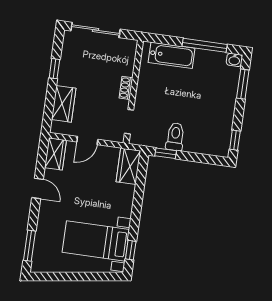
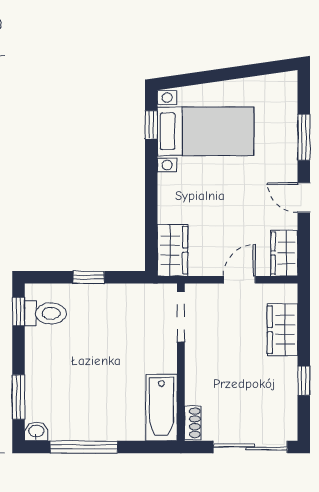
bathtub: (172, 55) -> (161, 407), moved, turned -90
shoe rack: (126, 88) -> (193, 423), moved
doorway: (129, 122) -> (181, 317), width x1.38
toilet: (175, 137) -> (45, 313), moved, turned -90
window: (166, 153) -> (89, 277), moved
window: (30, 246) -> (304, 137), moved

